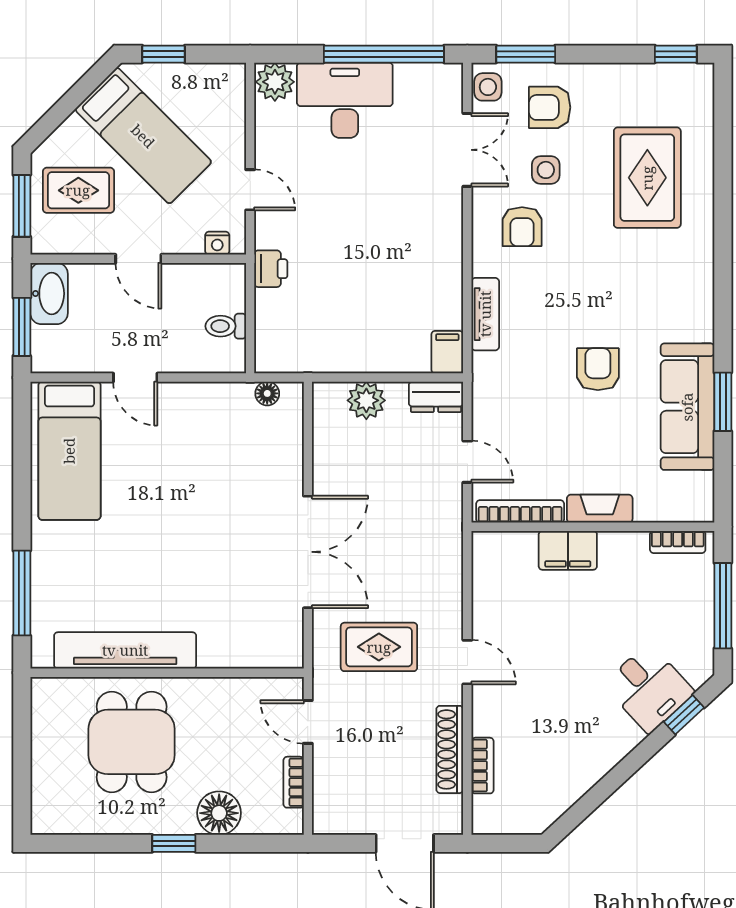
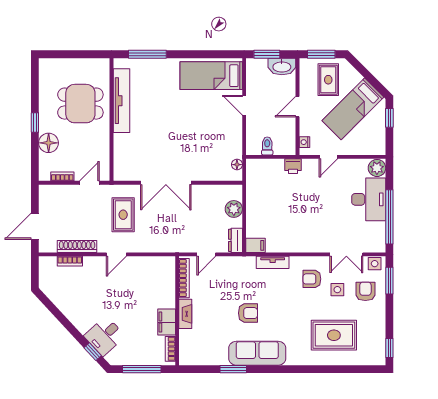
door: (135, 377) -> (244, 105), hinge flipped
sofa: (687, 407) -> (257, 353), moved
filing cabinet: (568, 550) -> (167, 322), moved

